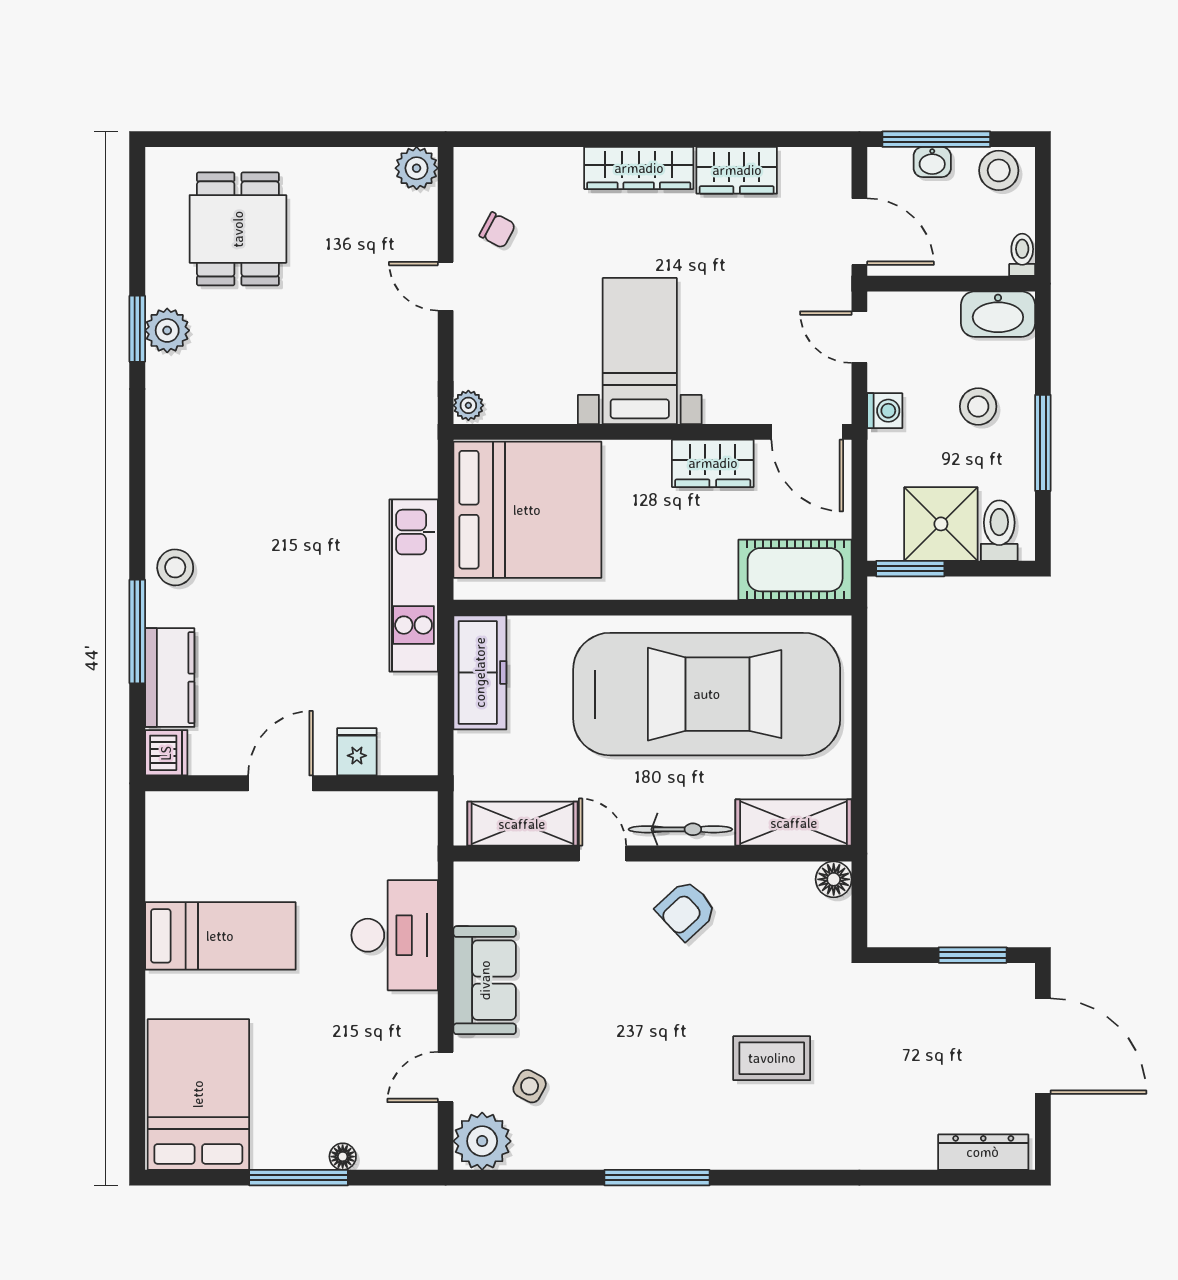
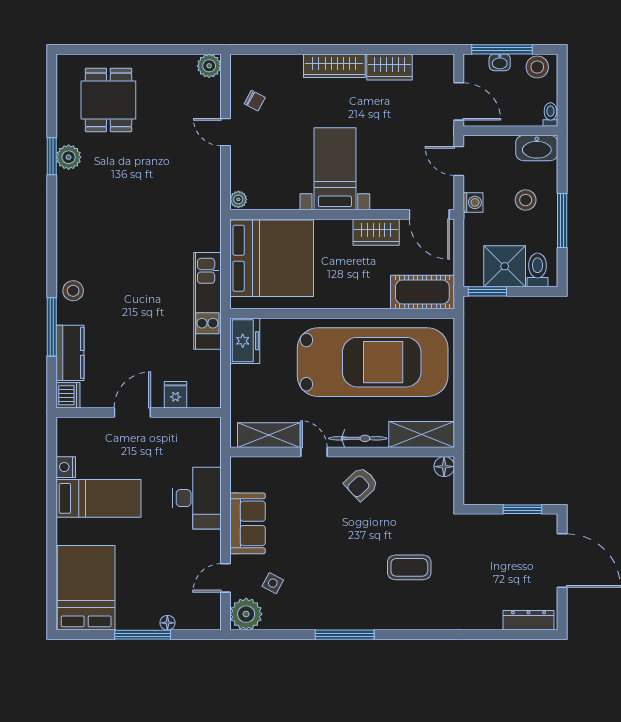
freezer: (480, 672) -> (245, 341), width x0.71
nightstand: (162, 880) -> (66, 467), added

